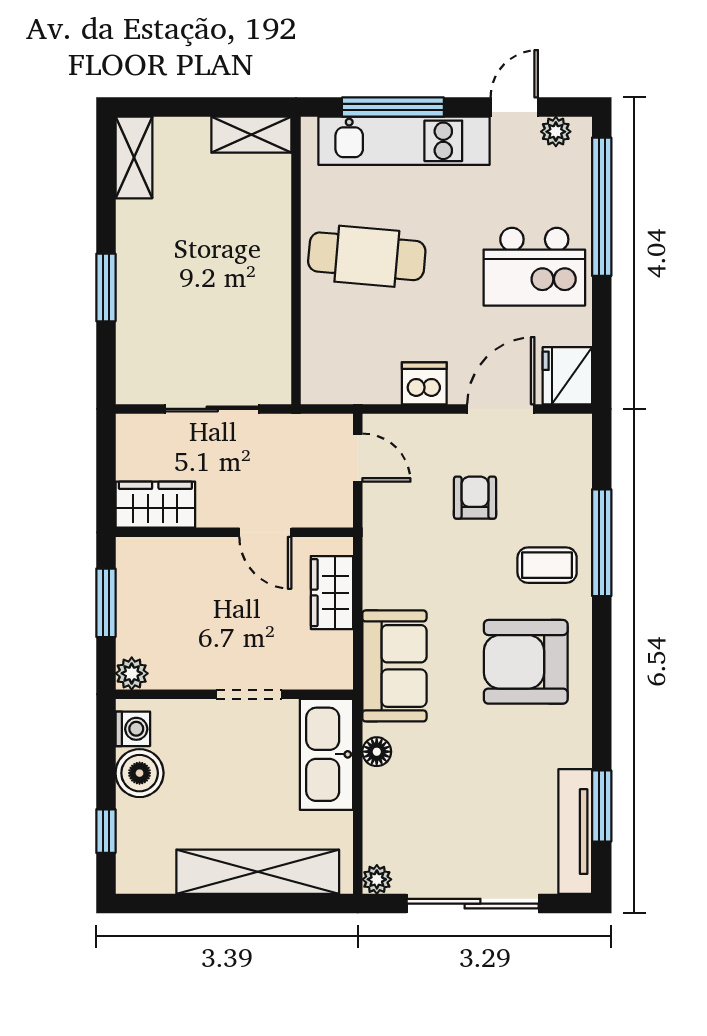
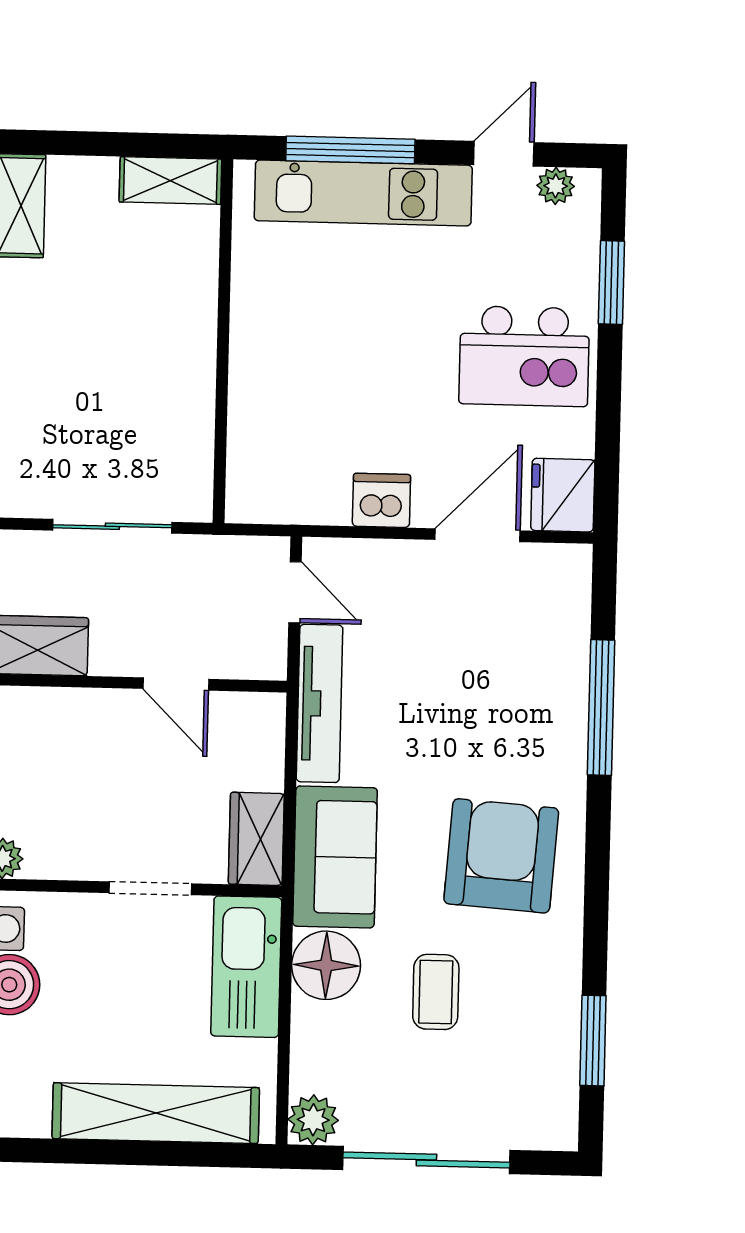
window: (602, 207) -> (611, 282), width x0.47
cafe table: (367, 256) -> (313, 338), removed
armchair: (475, 498) -> (442, 647), removed
coffee table: (547, 565) -> (436, 992), moved, turned 90
wardrobe: (332, 593) -> (256, 839), moved
armchair: (526, 662) -> (501, 856), turned 94
floor lamp: (377, 752) -> (326, 965), width x1.89, depth x1.89
tv unit: (575, 832) -> (319, 703), moved, turned 180
plant: (377, 879) -> (313, 1120), width x1.38, depth x1.38

